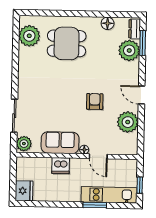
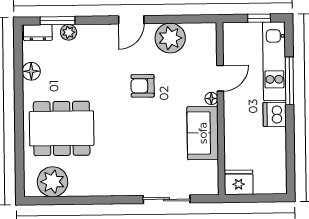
dining table: (67, 43) -> (62, 128), width x1.38
plant: (129, 50) -> (69, 32), width x0.53, depth x0.53
plant: (24, 144) -> (206, 184), removed
dishwasher: (61, 166) -> (275, 114), moved, turned 180
fridge: (24, 191) -> (239, 182), moved
window: (95, 205) -> (289, 81), width x1.44

